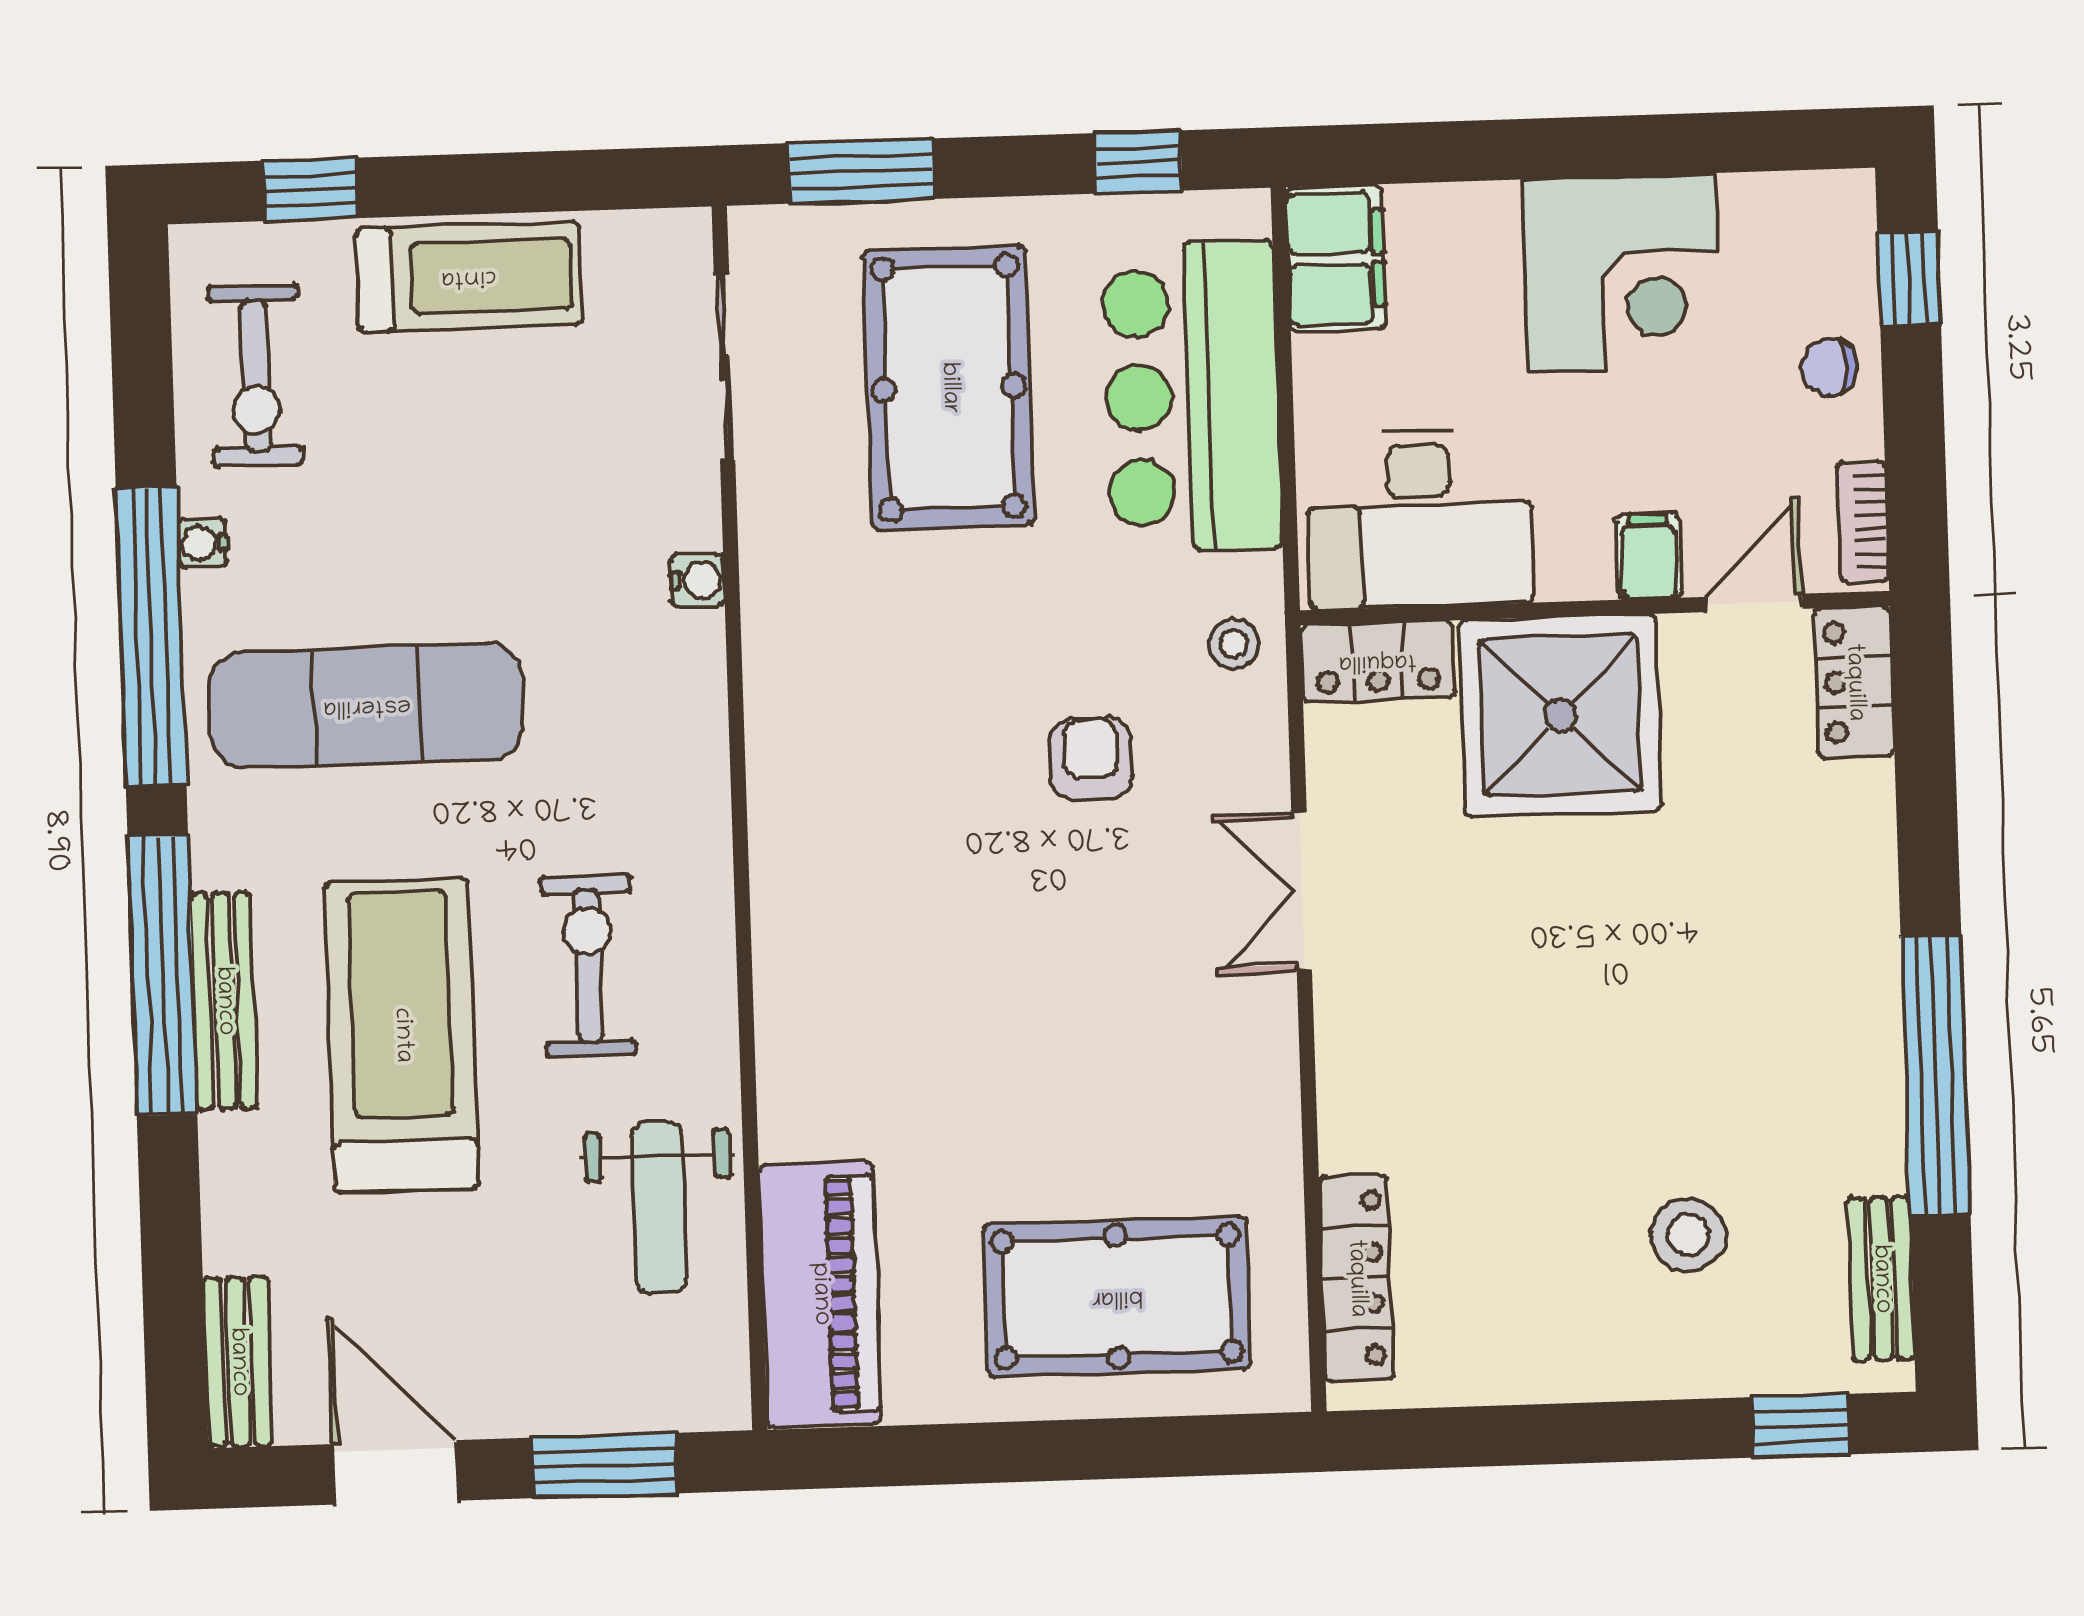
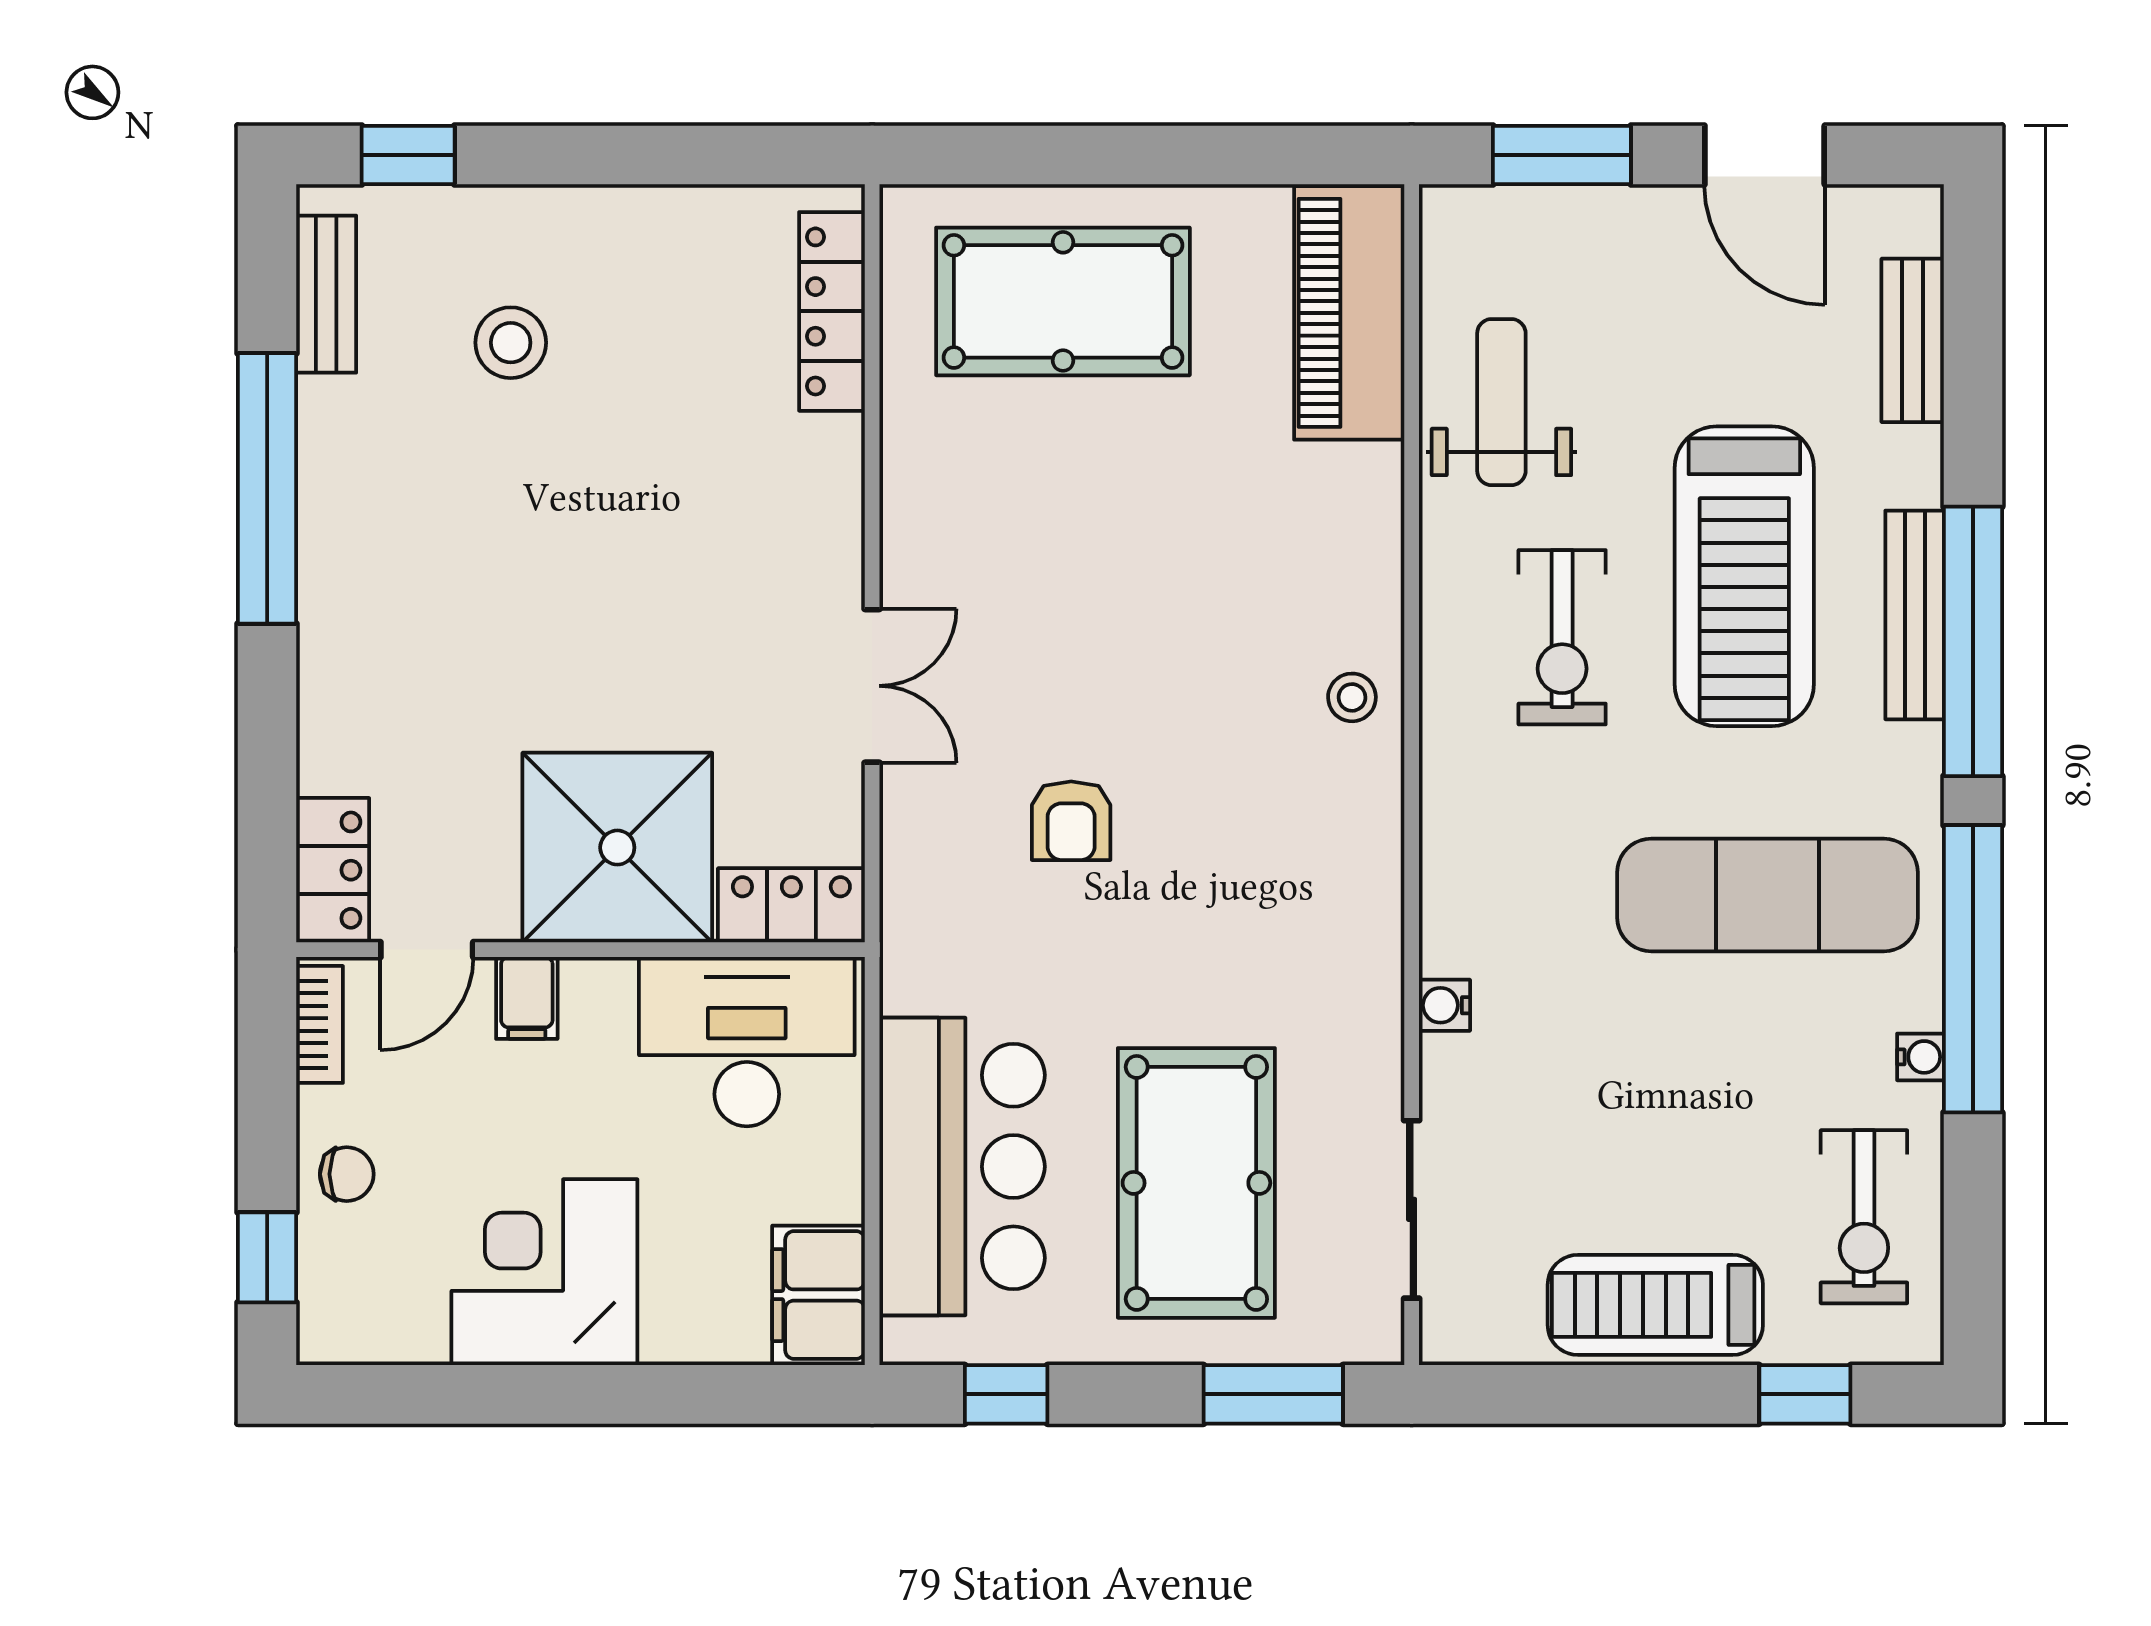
exercise bike: (256, 375) -> (1864, 1217), turned 180
stool: (1234, 644) -> (1352, 697), moved
bench: (238, 1362) -> (1913, 340), moved

